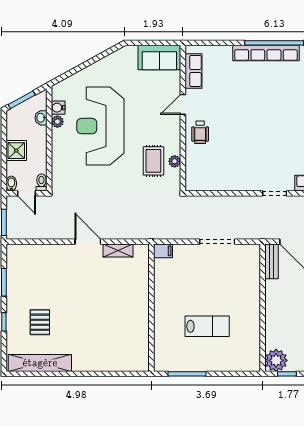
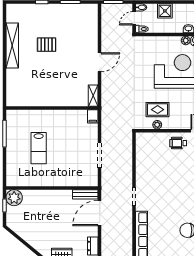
shelving: (118, 250) -> (93, 96), moved
pallet: (40, 322) -> (47, 45), moved
shelving: (40, 363) -> (12, 46), moved

